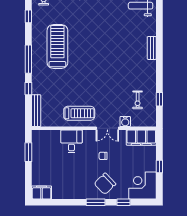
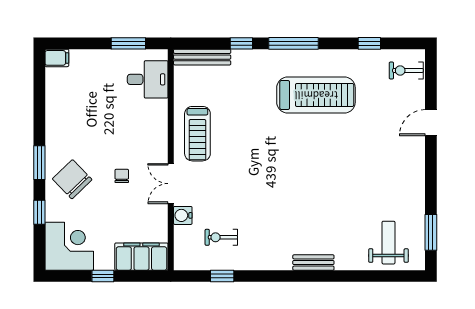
filing cabinet: (141, 138) -> (141, 257), moved, turned 90
desk: (71, 141) -> (148, 79), moved
filing cabinet: (42, 192) -> (57, 58), width x0.50

